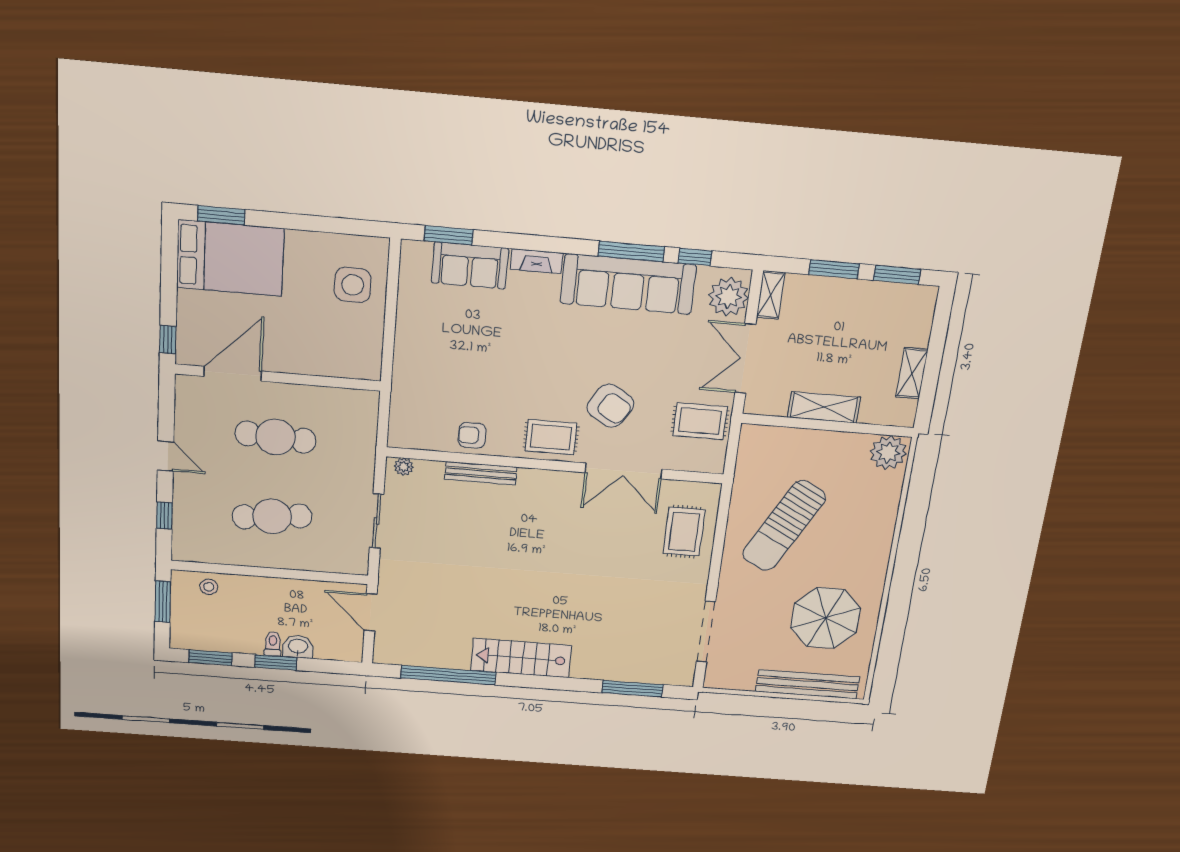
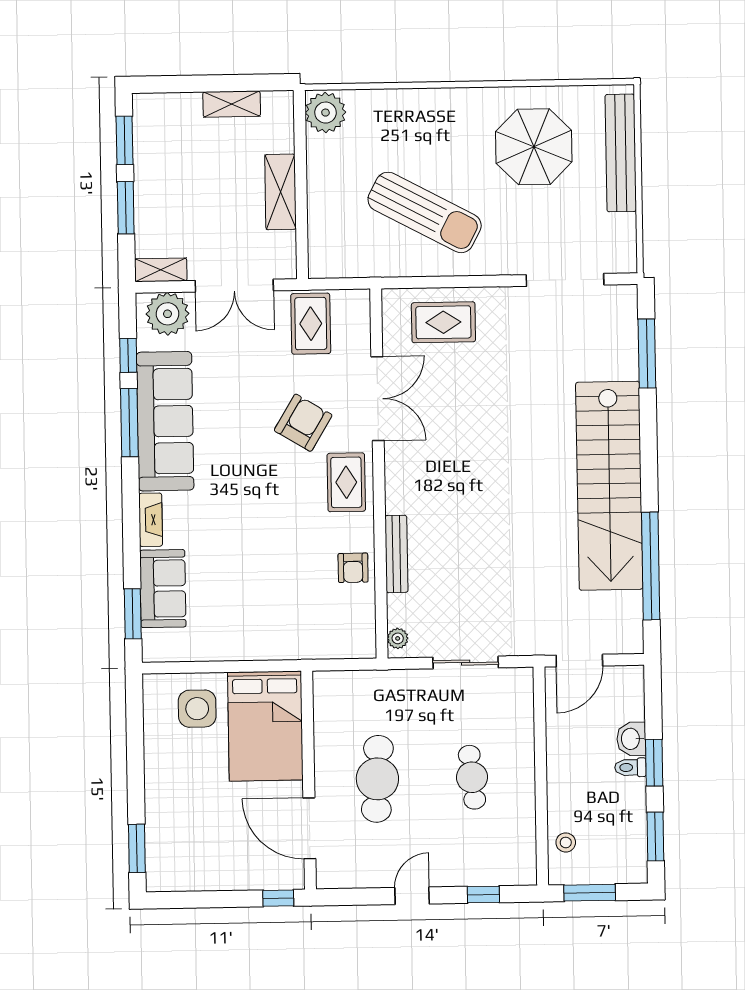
bed: (230, 258) -> (265, 726), moved, turned 180
cafe table: (272, 516) -> (472, 777), width x0.73, depth x0.74
stairs: (521, 658) -> (609, 486), width x1.86, depth x1.51

